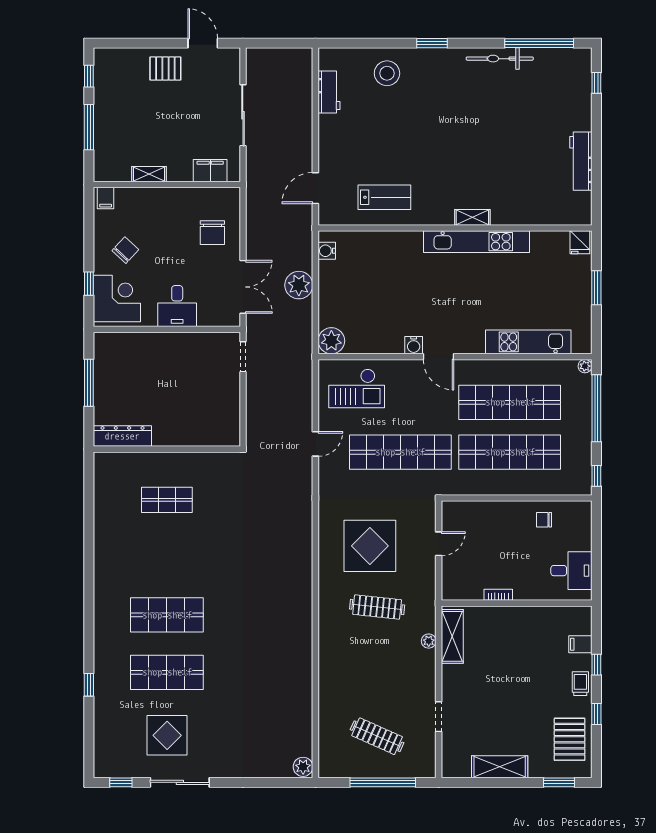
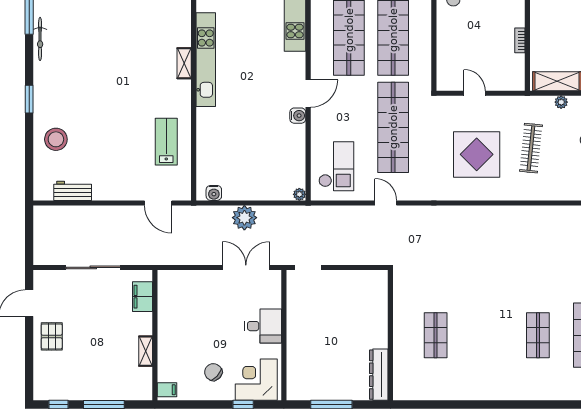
bicycle: (500, 59) -> (40, 39), width x0.73, depth x0.71
chair: (212, 233) -> (198, 295), removed
plant: (331, 341) -> (299, 194), width x0.53, depth x0.53
shop shelf: (167, 615) -> (538, 335), width x0.70, depth x0.74

